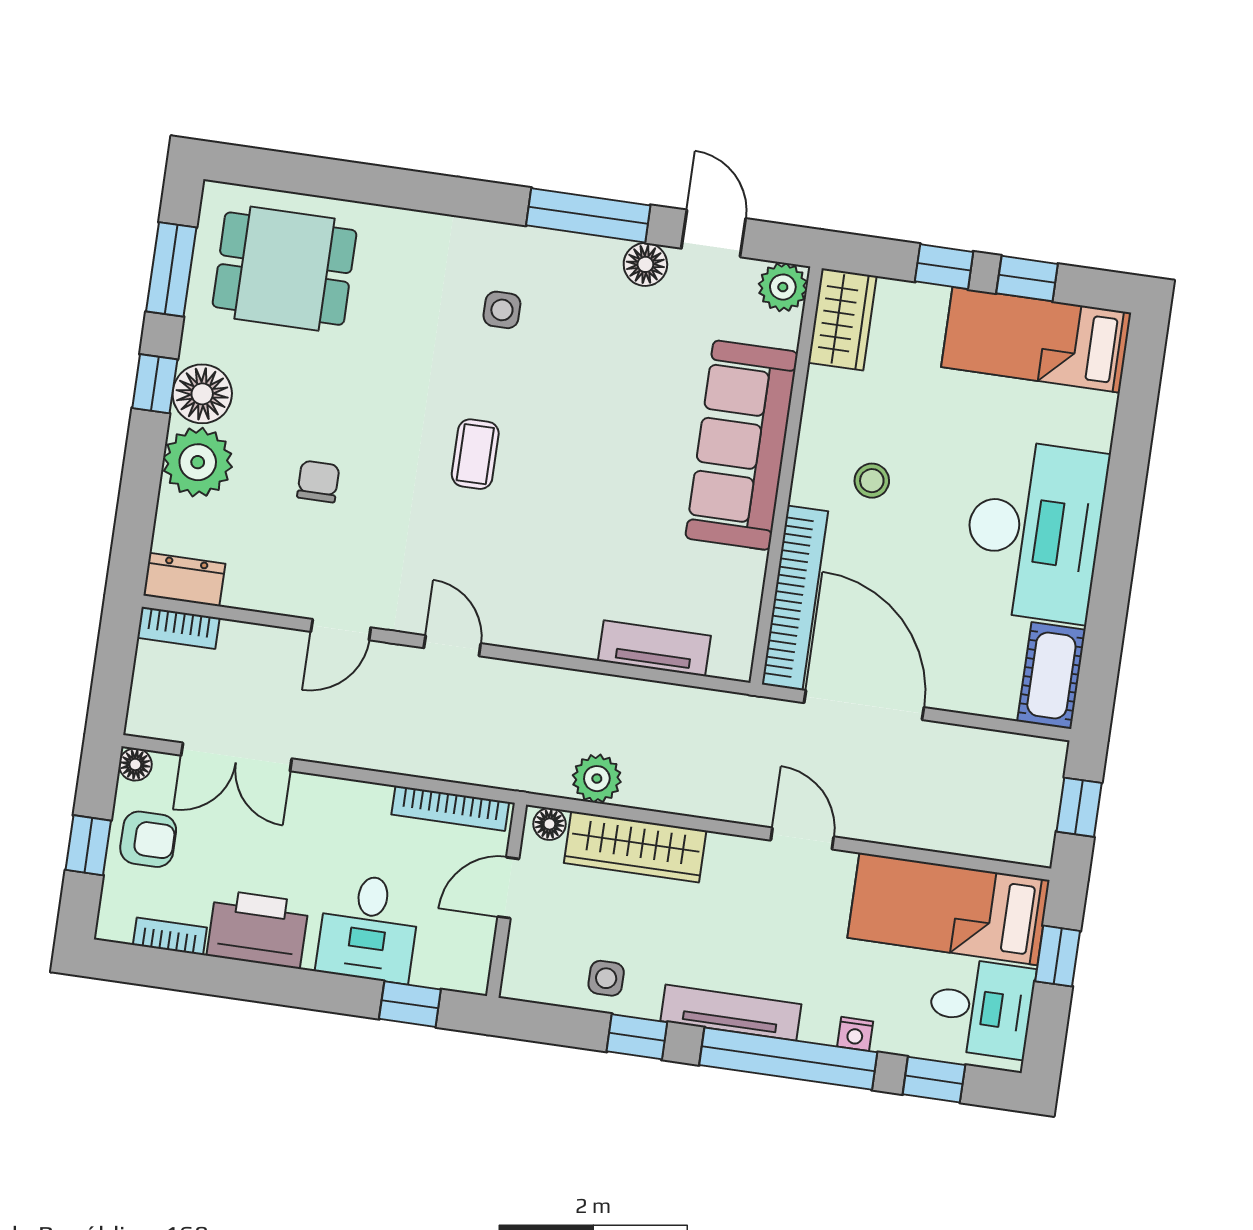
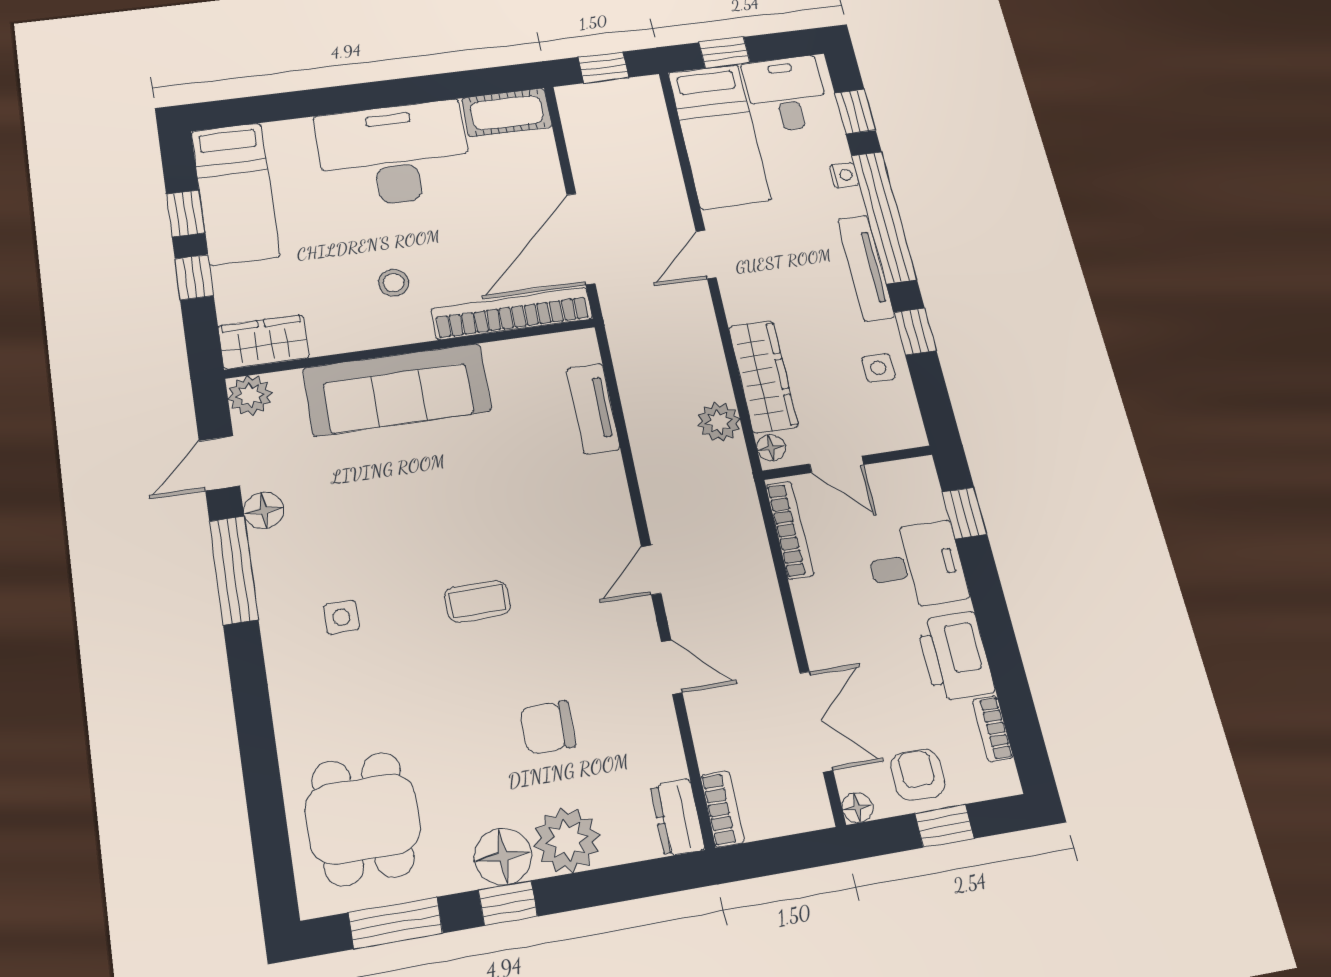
chair: (318, 481) -> (548, 727), width x1.37, depth x1.37

